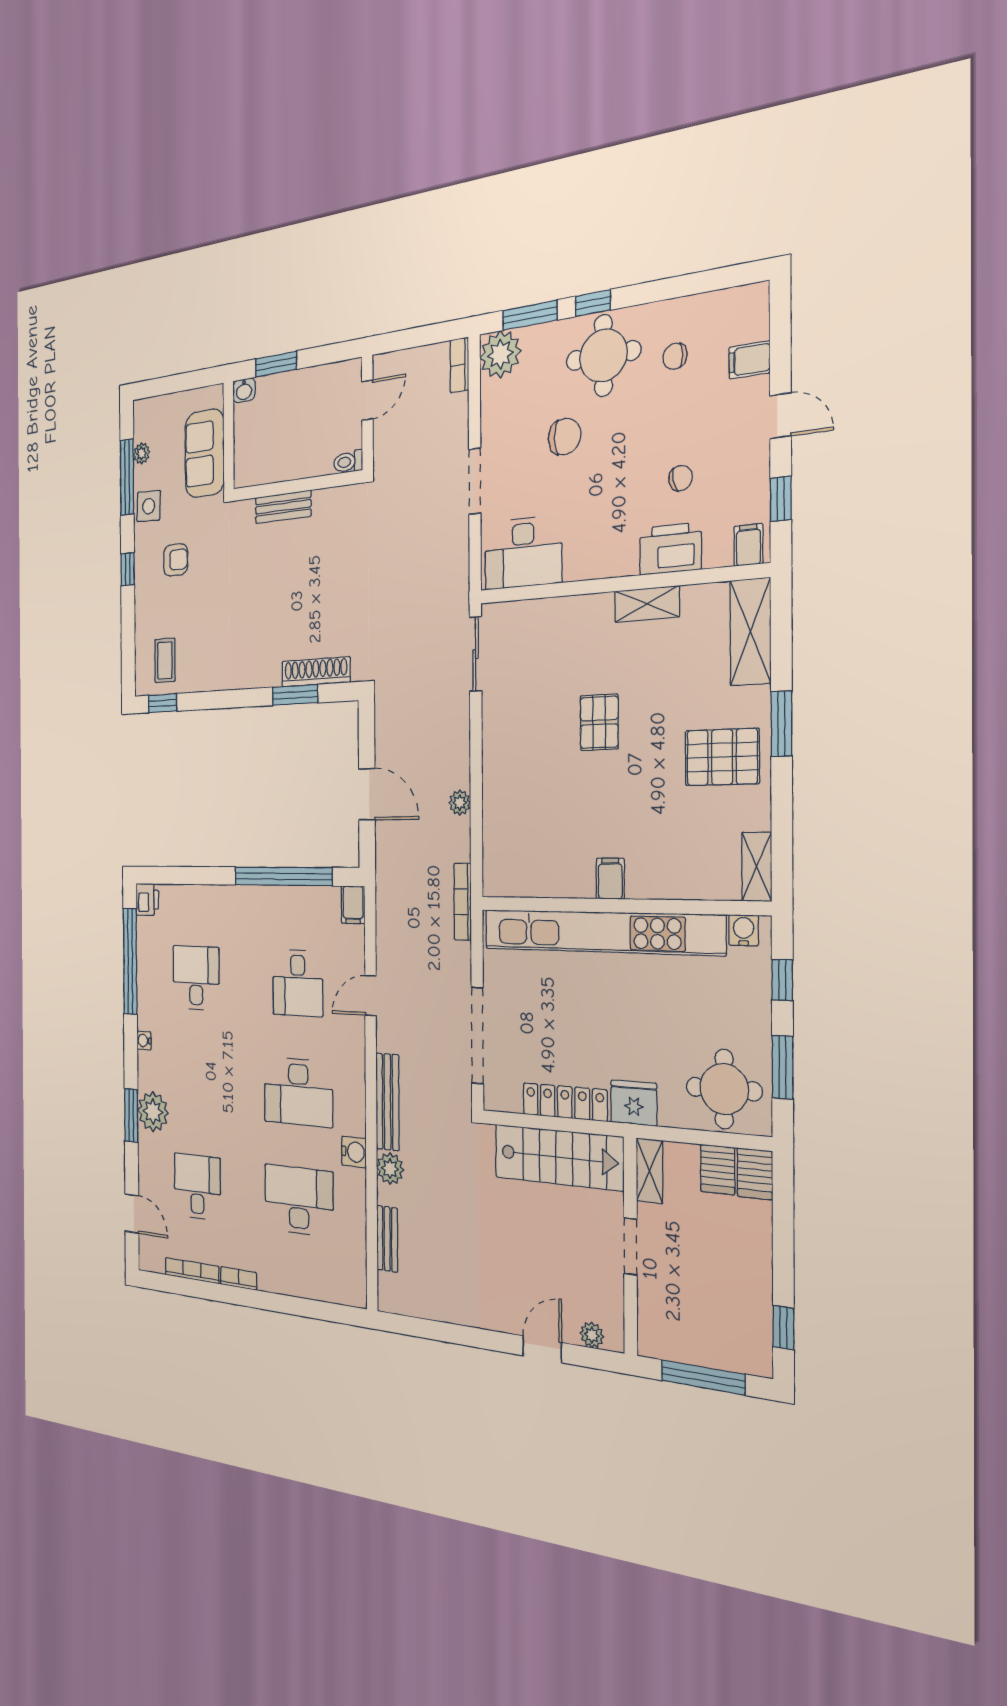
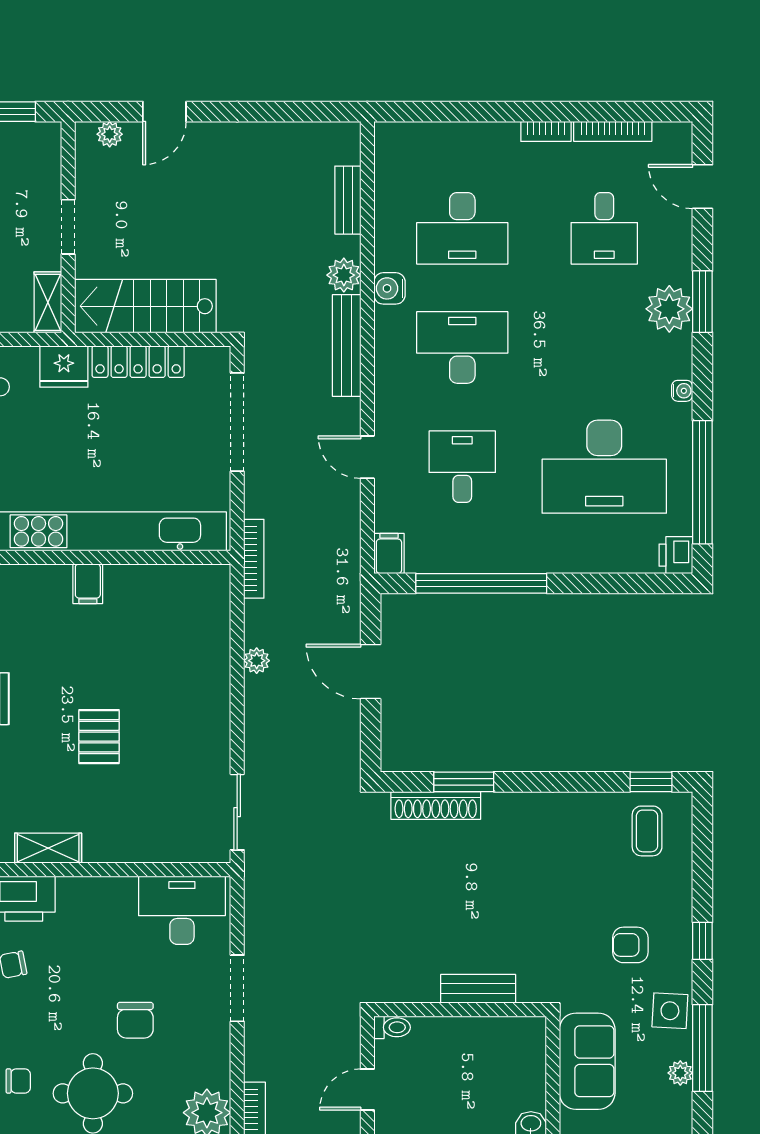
chair: (564, 437) -> (135, 1020), turned -90
desk: (196, 978) -> (604, 467), width x1.87, depth x1.30
door: (370, 996) -> (367, 457), swing flipped

